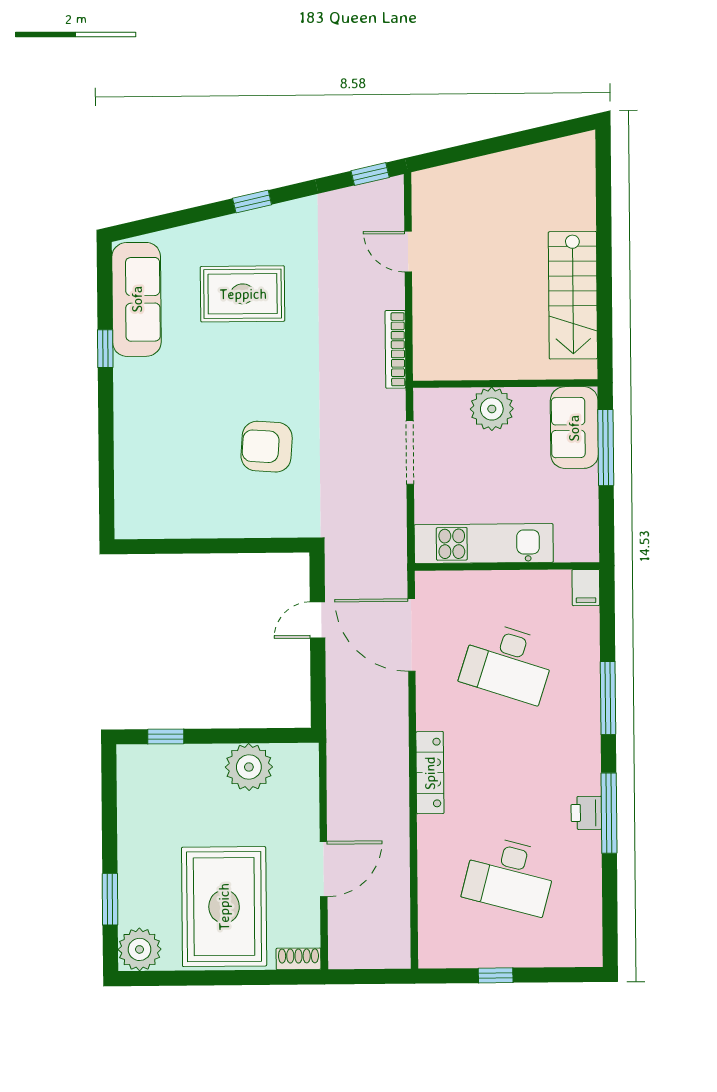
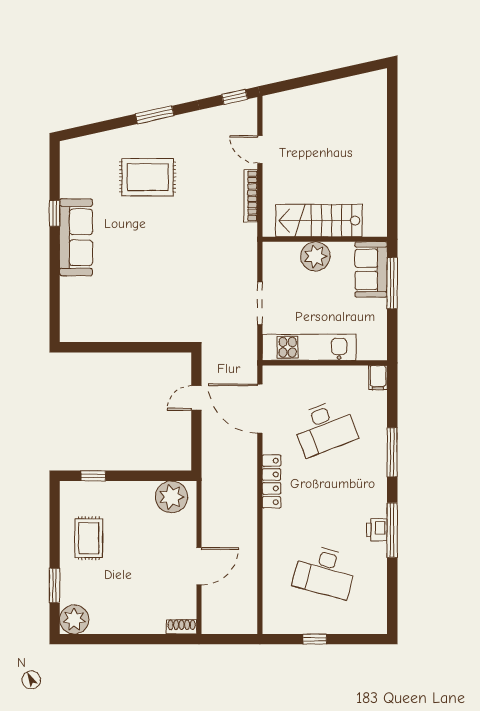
window: (252, 202) -> (155, 115), width x1.50
stairs: (573, 295) -> (319, 221), moved, turned 90
sofa: (137, 299) -> (76, 237), moved
bookcase: (395, 349) -> (251, 196), moved
armchair: (267, 447) -> (163, 281), removed
doorway: (410, 452) -> (260, 303), moved
desk: (508, 662) -> (325, 428), turned -39
plant: (249, 767) -> (171, 497), moved
locker: (430, 773) -> (271, 481), moved
rug: (224, 907) -> (89, 538), moved, width x0.54, depth x0.49

